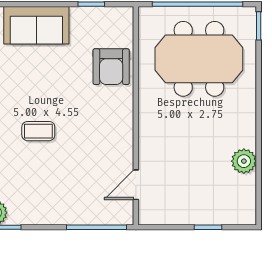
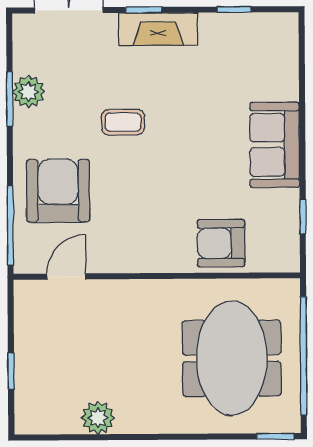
coffee table: (38, 131) -> (123, 122), moved, turned 90
door: (136, 185) -> (66, 277), hinge flipped
armchair: (70, 191) -> (58, 191), added

